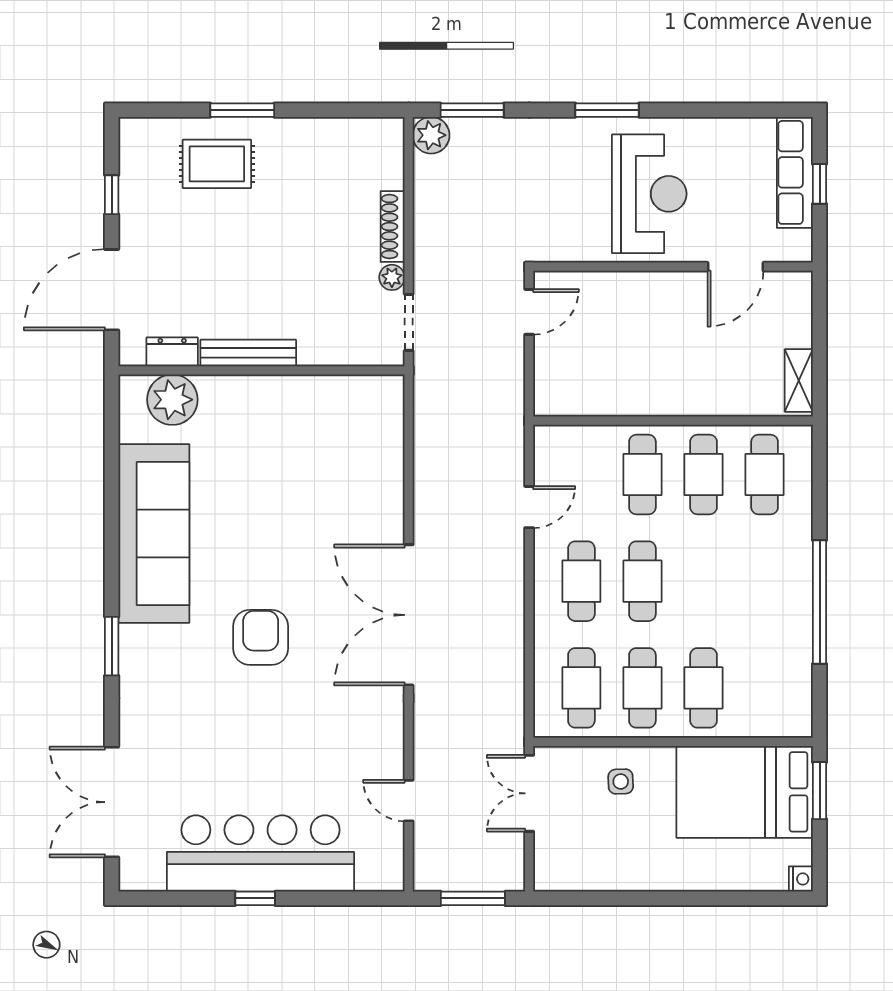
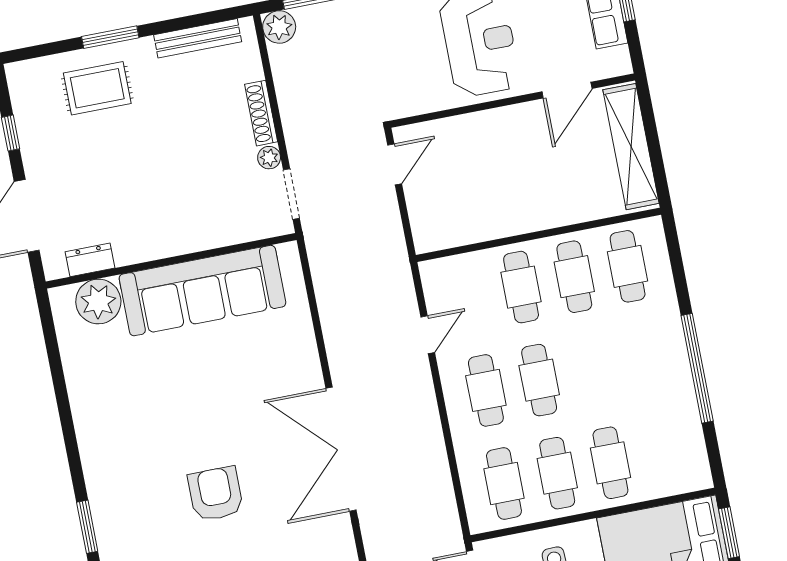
bench: (248, 353) -> (198, 38), moved
shelving: (799, 380) -> (631, 147), width x2.20, depth x1.33
sofa: (154, 533) -> (202, 291), moved, turned 90

